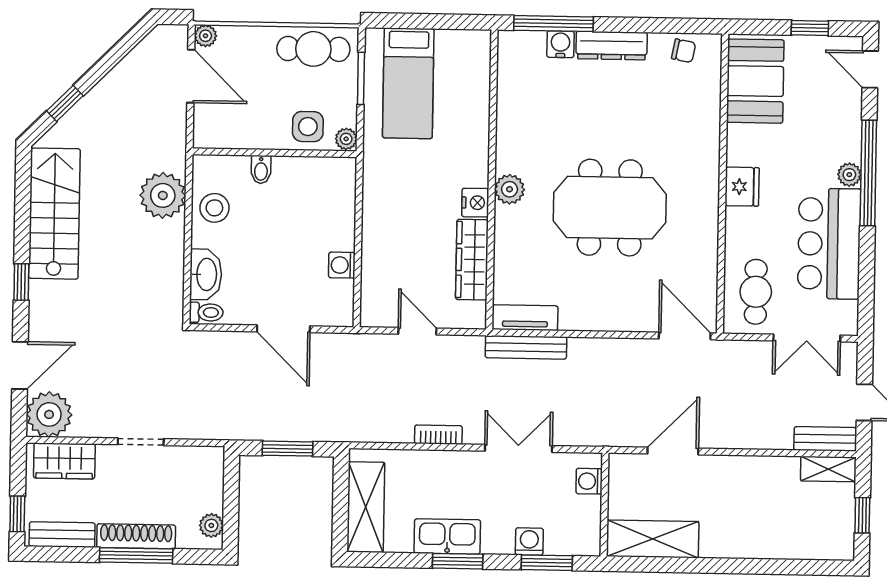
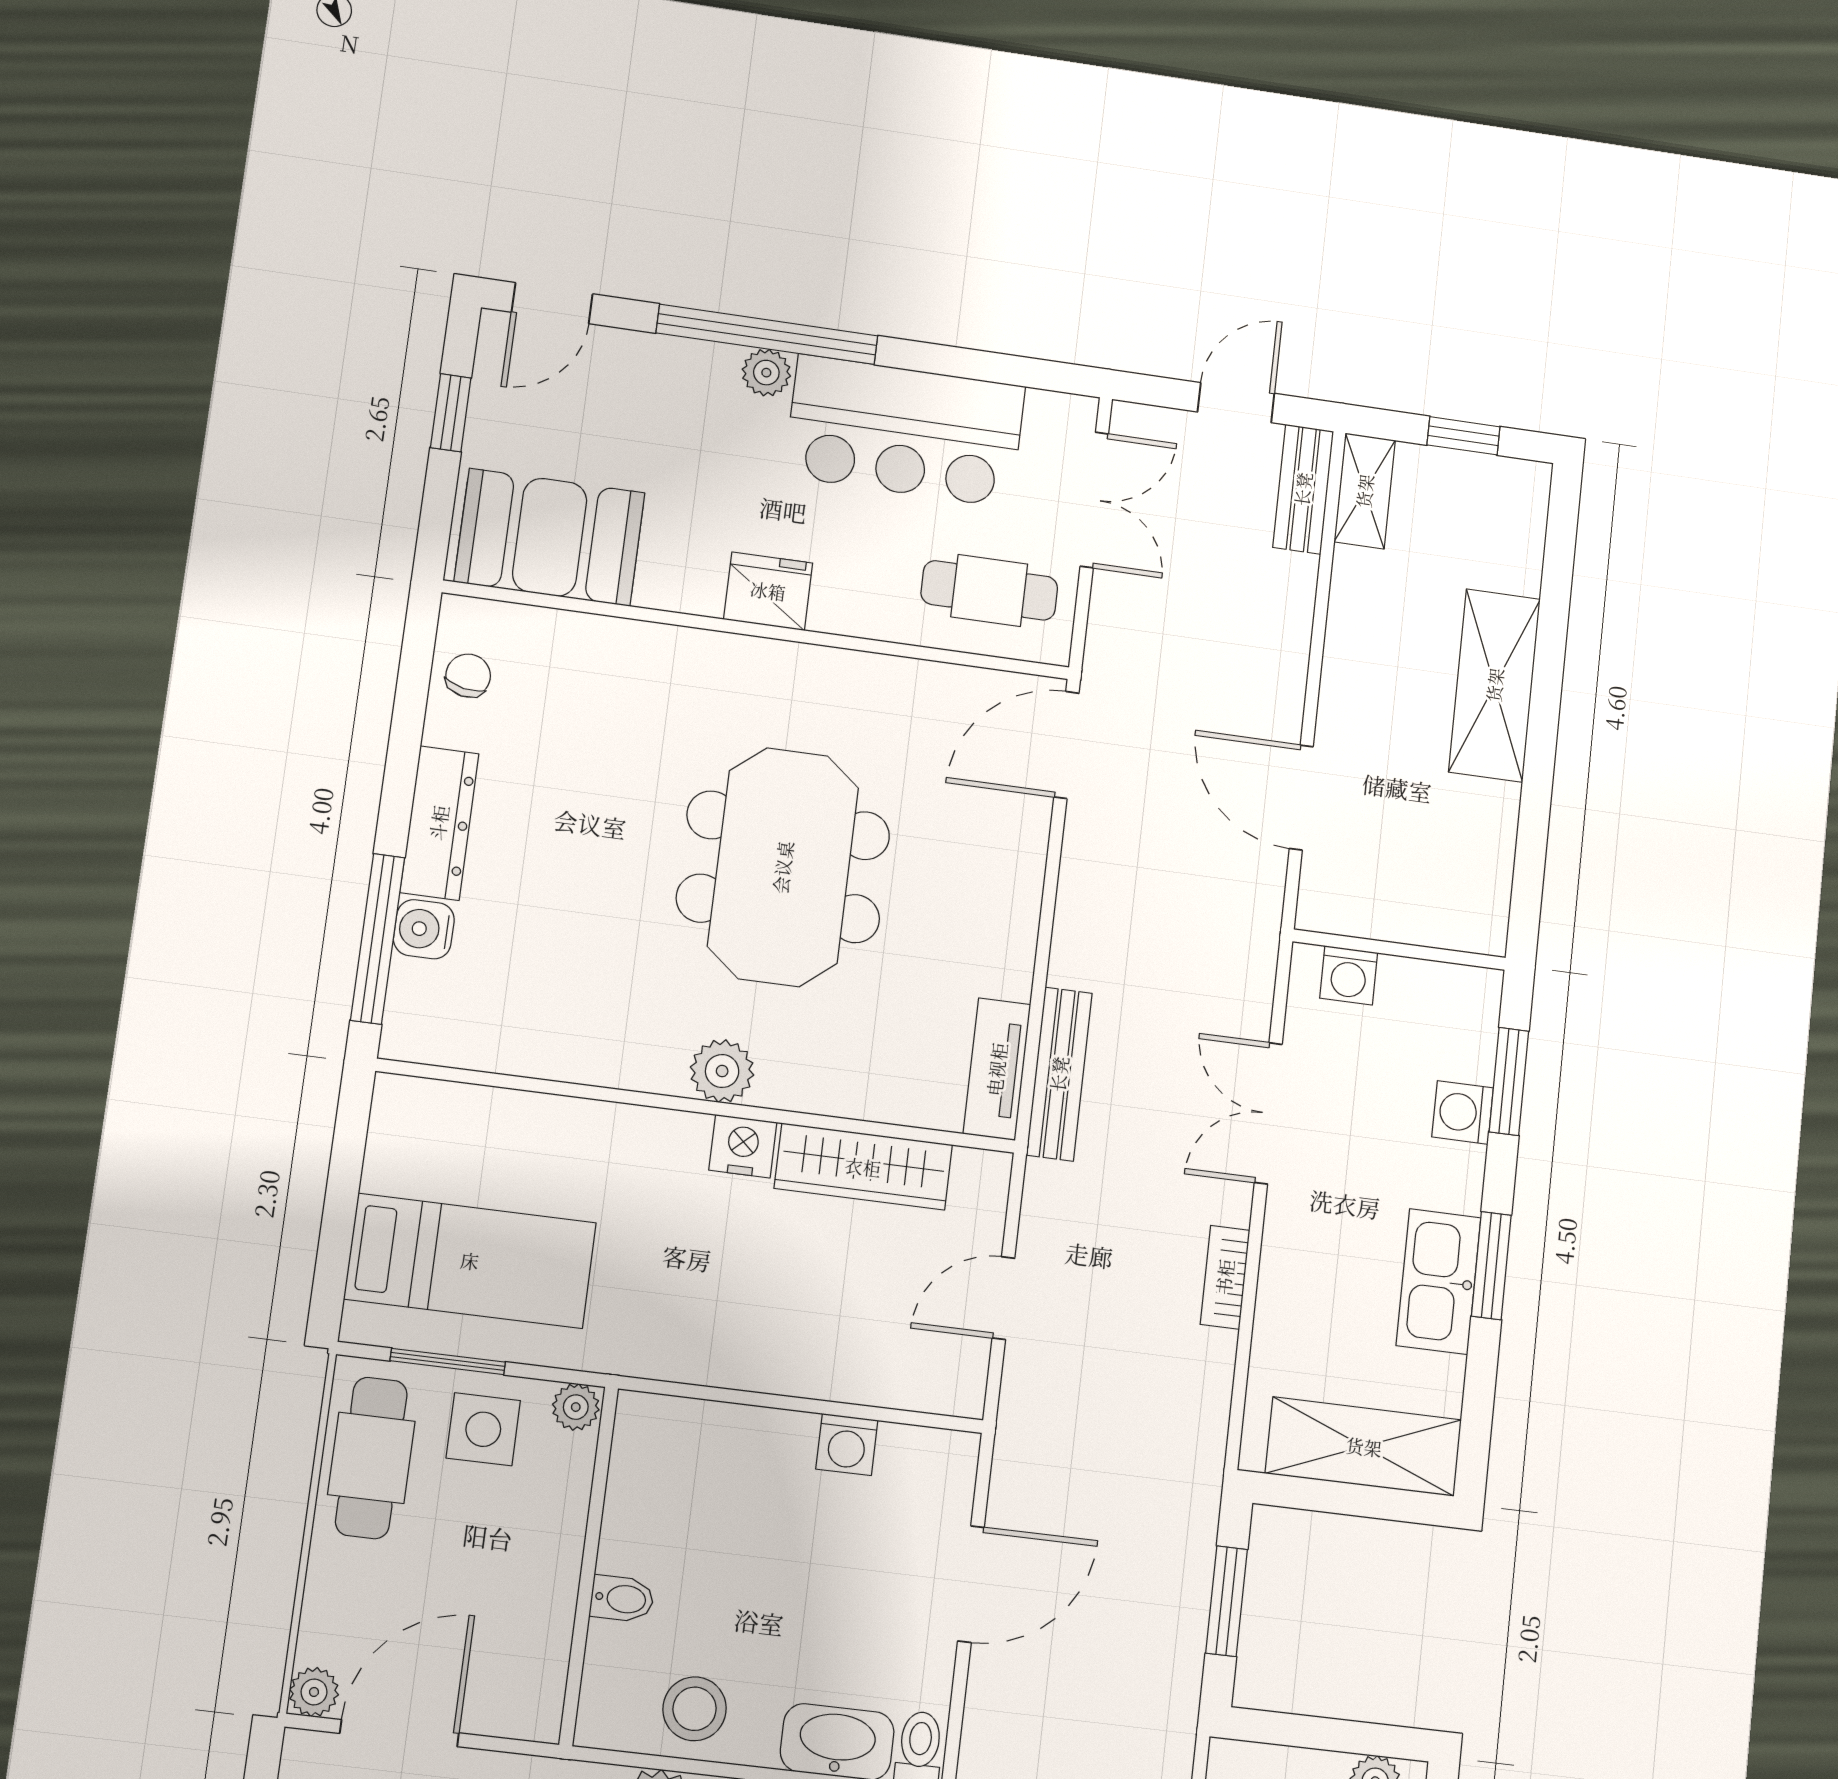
side table: (308, 127) -> (483, 1429), moved
shelving: (653, 539) -> (1495, 685), moved

